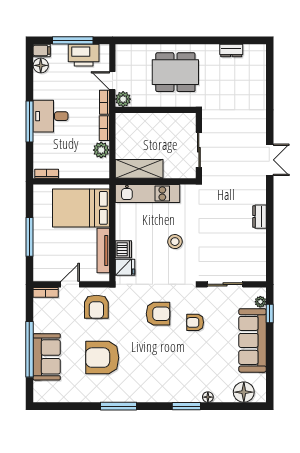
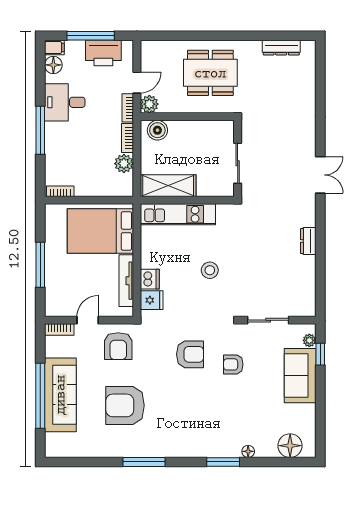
dresser: (231, 51) -> (281, 48), width x1.44
door: (112, 81) -> (137, 83), swing flipped
desk: (51, 116) -> (65, 102), moved
boiler: (130, 121) -> (157, 130), added
sofa: (252, 340) -> (300, 376), width x0.73
sofa: (47, 357) -> (60, 395), width x1.36

